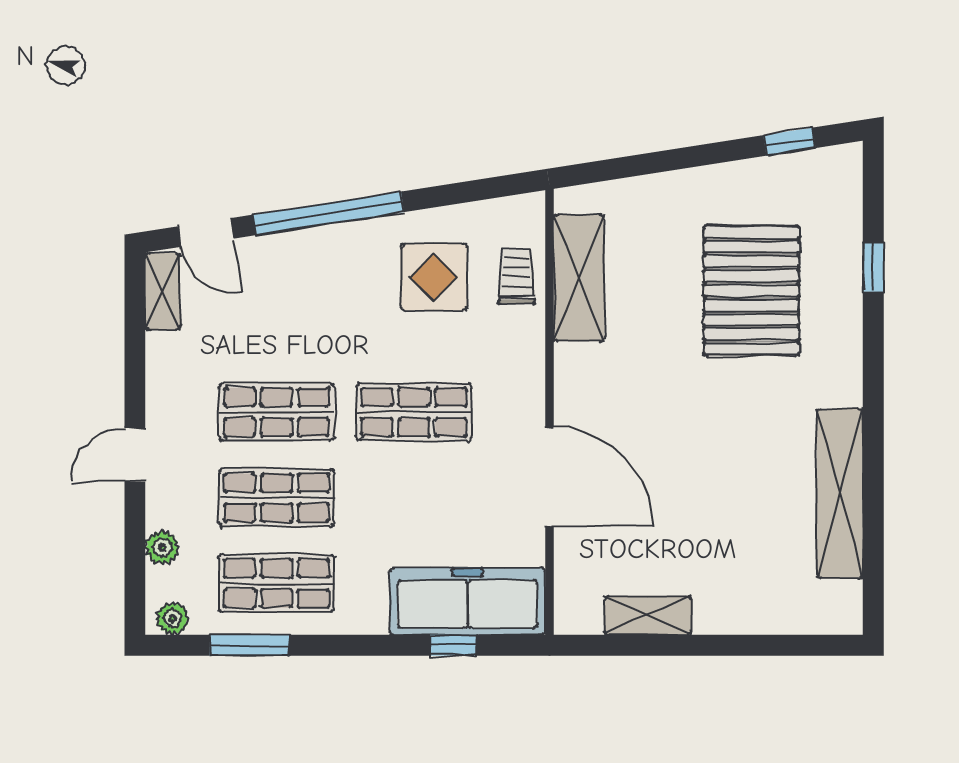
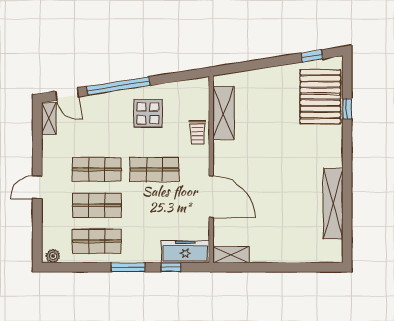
trolley: (517, 276) -> (198, 132), moved, turned 180
display table: (434, 277) -> (148, 113), moved
pallet: (751, 291) -> (320, 97), moved
plant: (162, 548) -> (49, 226), removed
freezer: (467, 601) -> (185, 252), width x0.73, depth x0.79
shelving: (648, 615) -> (231, 255), moved
window: (249, 645) -> (128, 267), moved

